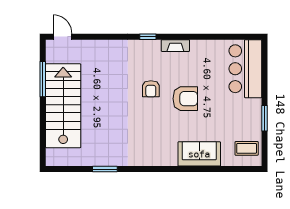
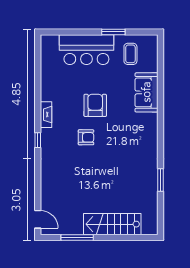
door: (63, 37) -> (38, 219), swing flipped
bar counter: (245, 69) -> (86, 50), moved
stairs: (63, 106) -> (112, 224), width x0.73, depth x0.66
coffee table: (247, 148) -> (130, 54), moved

